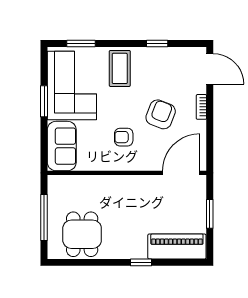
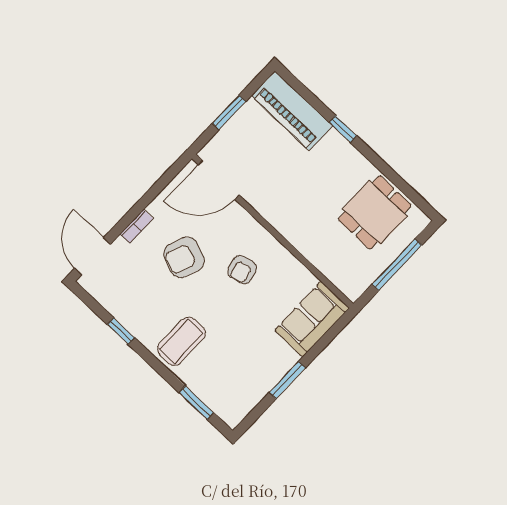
corner sofa: (72, 86) -> (245, 369), removed
armchair: (124, 137) -> (242, 270), turned 76

